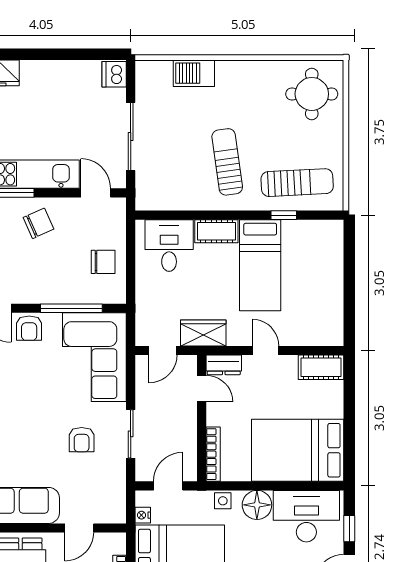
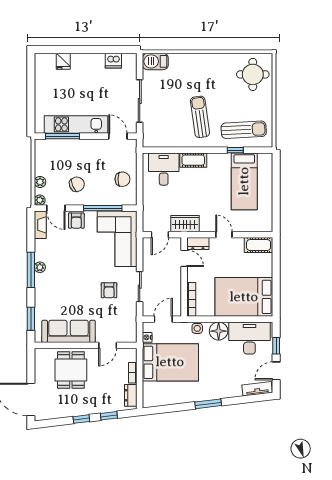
barbecue: (194, 73) -> (155, 61), moved
dishwasher: (114, 74) -> (113, 61), moved, turned -90
chair: (38, 223) -> (77, 184), moved
bed: (260, 265) -> (244, 181), moved

